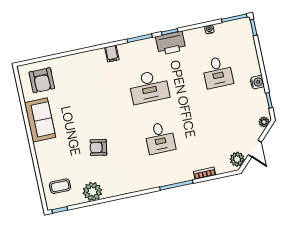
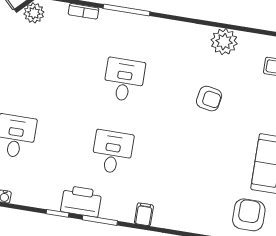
printer: (171, 43) -> (81, 201), moved
desk: (149, 87) -> (112, 152), width x0.73
plant: (92, 192) -> (224, 42), moved

